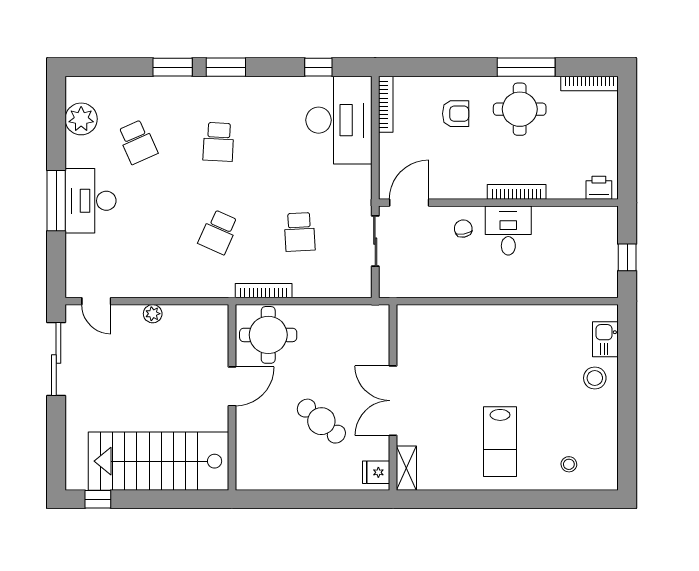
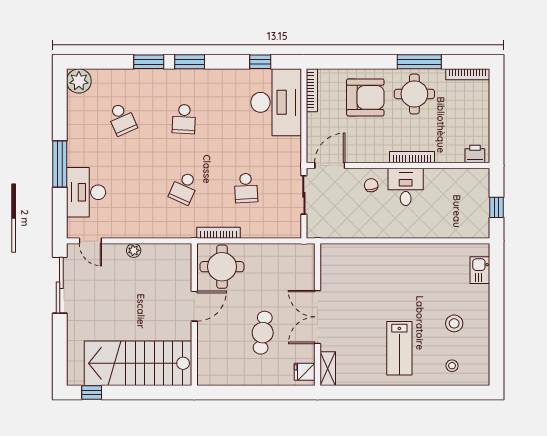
armchair: (456, 114) -> (365, 97), width x1.88, depth x1.88
plant: (81, 119) -> (79, 81), moved
desk: (91, 201) -> (86, 192), moved
stool: (595, 378) -> (454, 323), moved
cafe table: (321, 421) -> (263, 333), turned 57

